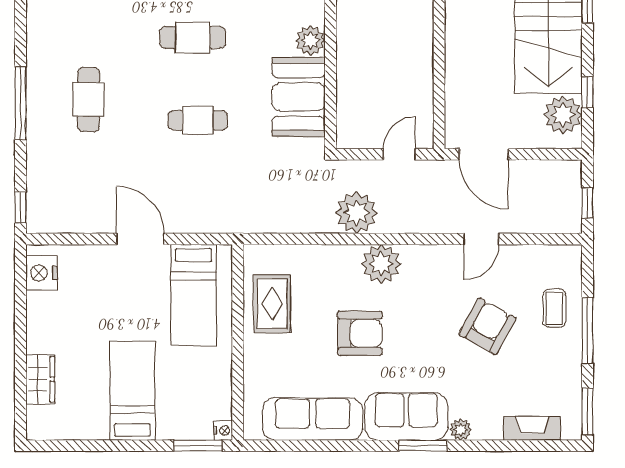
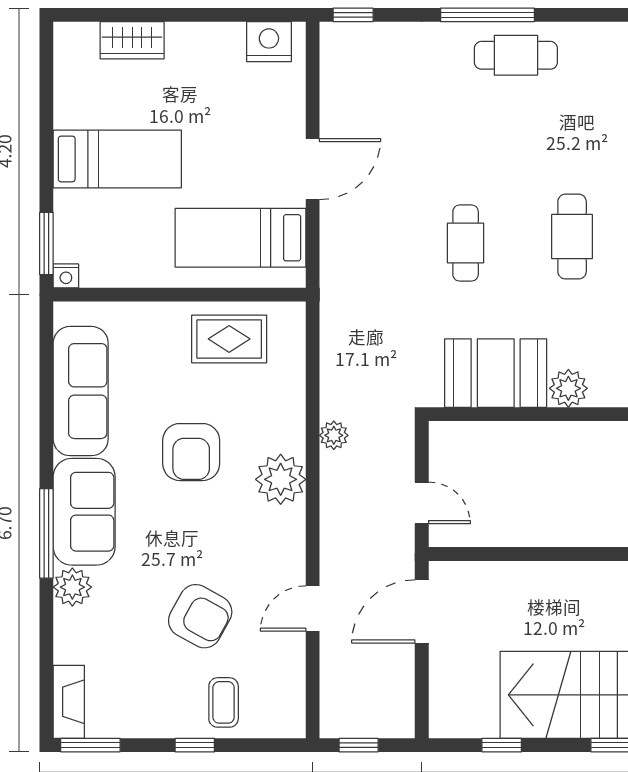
cafe table: (88, 100) -> (516, 55), moved
plant: (563, 115) -> (473, 714), removed
plant: (357, 213) -> (334, 435), width x0.53, depth x0.53
door: (481, 239) -> (313, 608), hinge flipped
coffee table: (554, 308) -> (224, 702), turned 90
window: (587, 330) -> (195, 745), width x0.46
fireplace: (532, 428) -> (69, 702), moved
plant: (461, 430) -> (72, 587), width x1.38, depth x1.38
window: (423, 446) -> (46, 533), width x1.44

